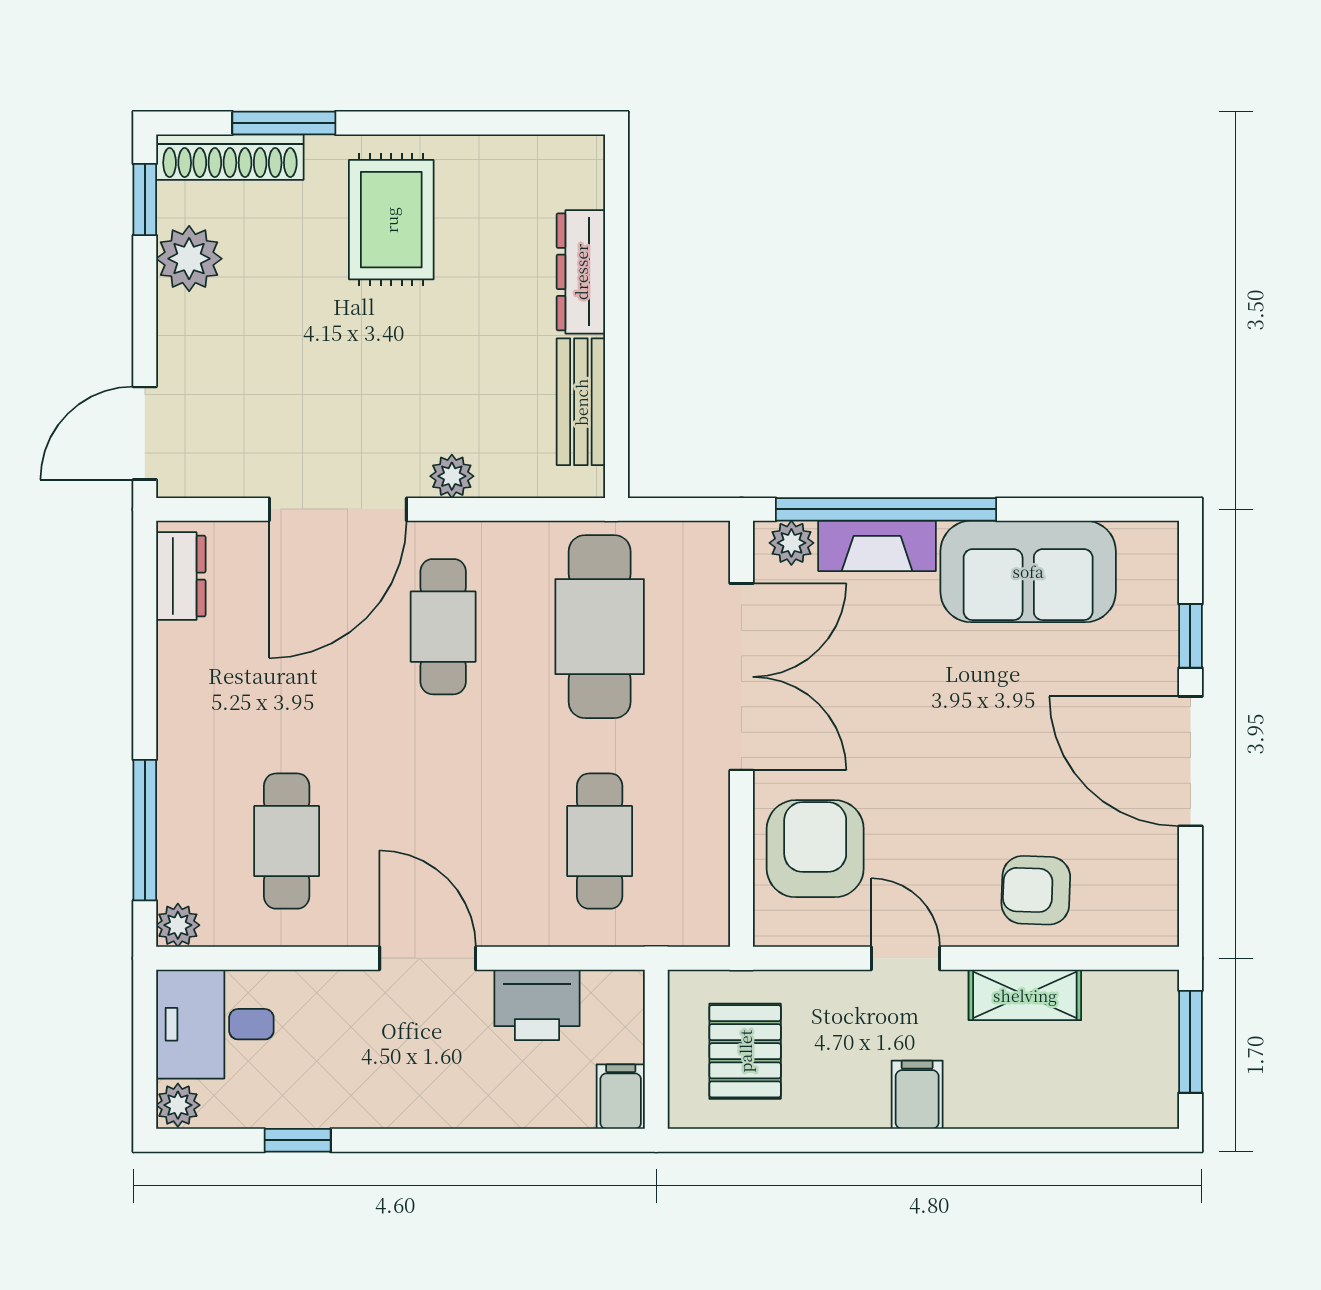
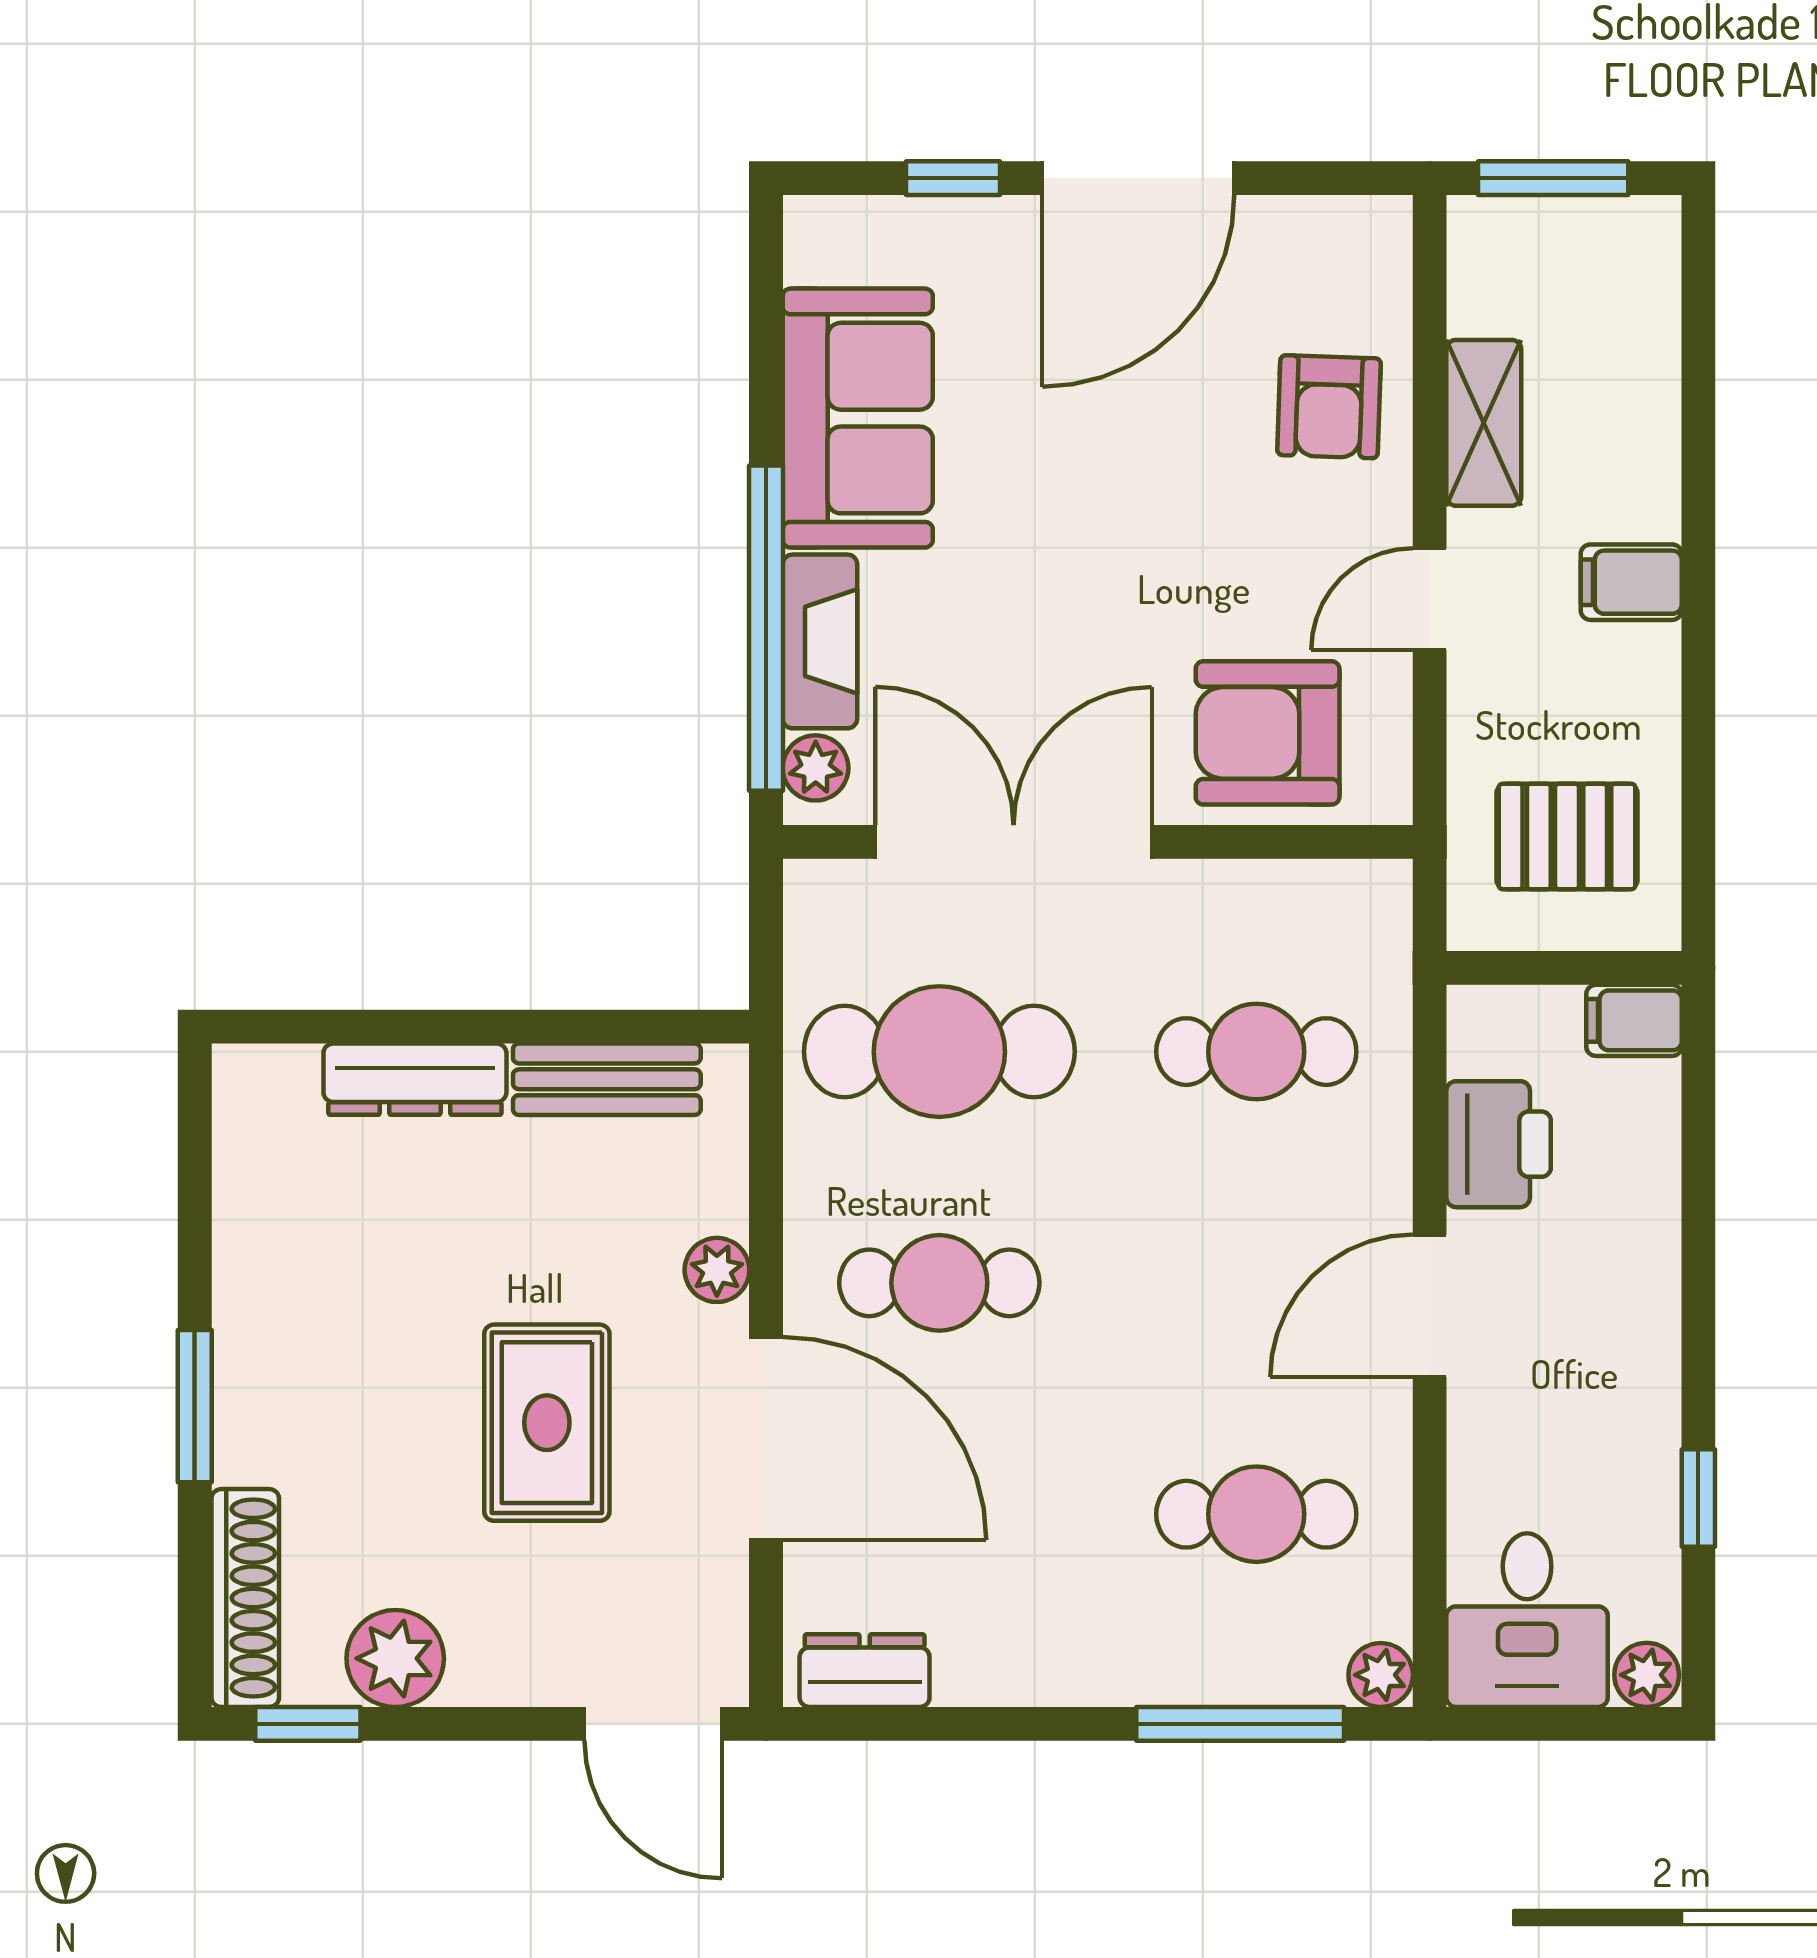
window: (284, 123) -> (195, 1406), moved
rug: (391, 220) -> (547, 1423), moved, turned 90

